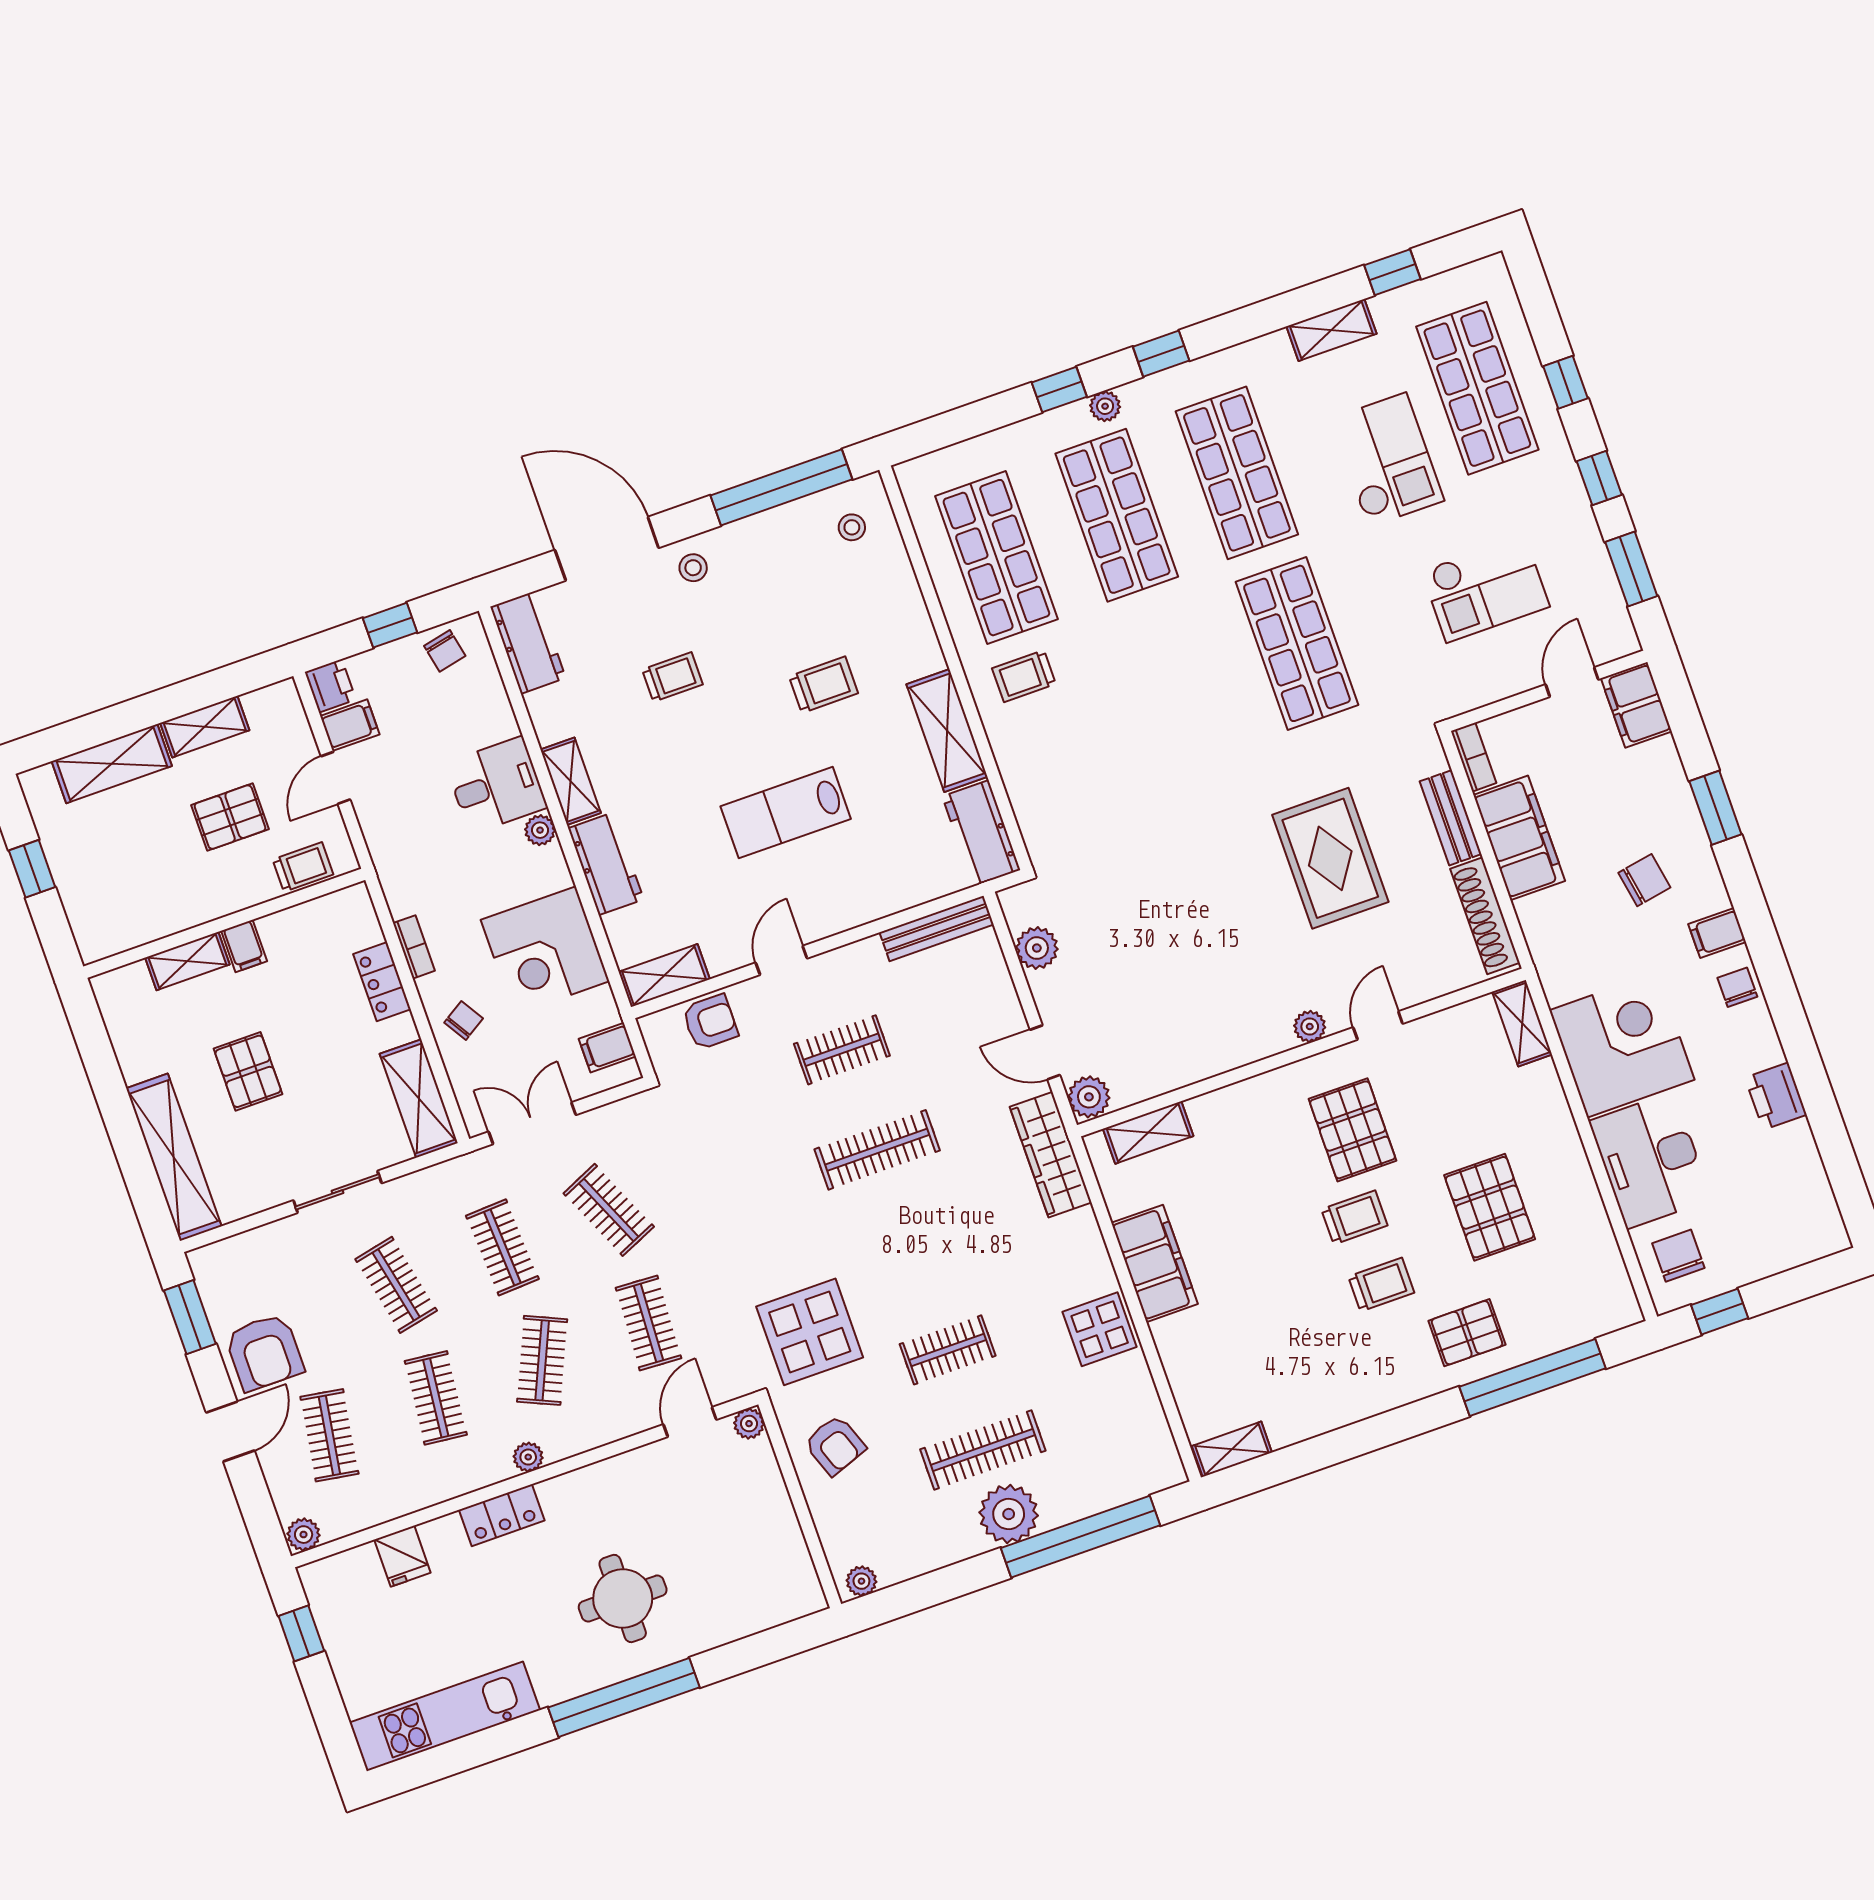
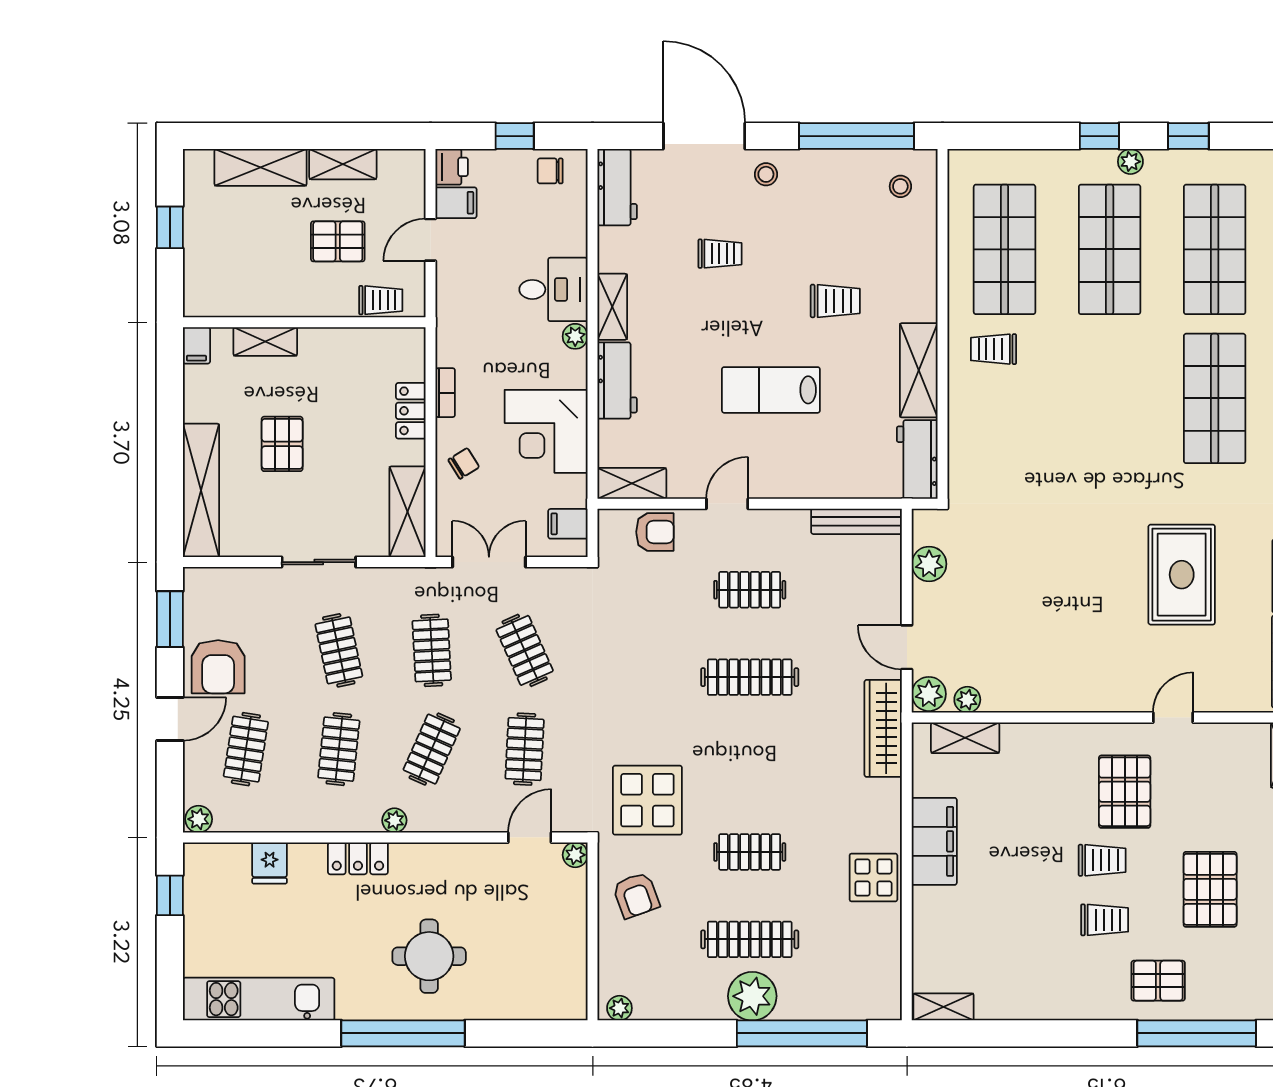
chair: (445, 651) -> (550, 171), turned 102
filing cabinet: (244, 946) -> (196, 345), moved
plant: (1310, 1027) -> (967, 700), moved

